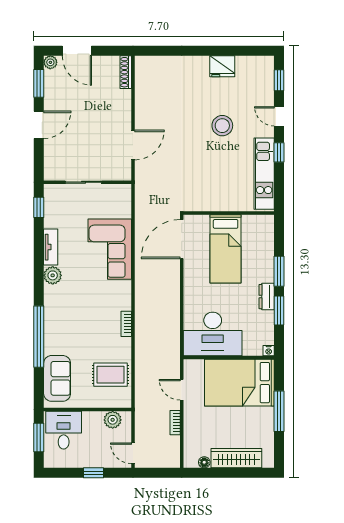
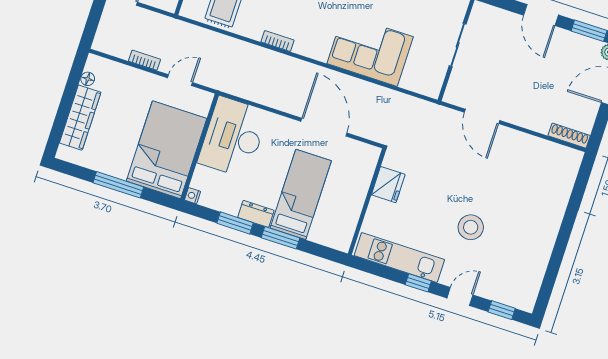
fridge: (222, 66) -> (388, 185), moved, turned 180
door: (182, 239) -> (324, 127), moved
bed: (226, 249) -> (301, 194), moved, turned 90

